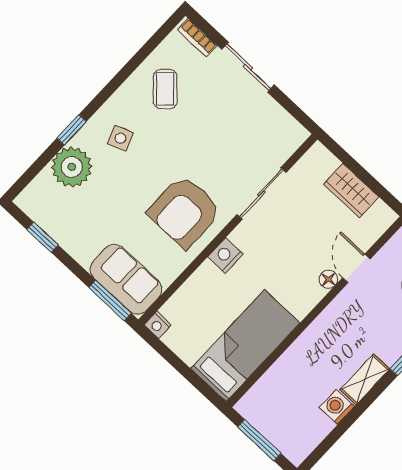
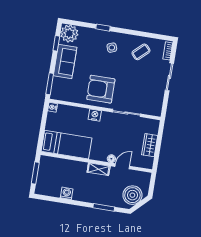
plant: (72, 167) -> (69, 34), moved
sofa: (126, 279) -> (65, 62), moved
shelving: (365, 379) -> (99, 169), moved

